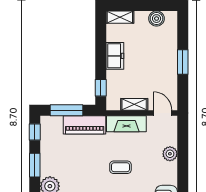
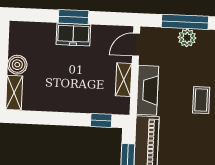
boiler: (157, 19) -> (17, 65), moved
freezer: (115, 56) -> (73, 35), moved, turned 180
window: (183, 151) -> (185, 22), added

